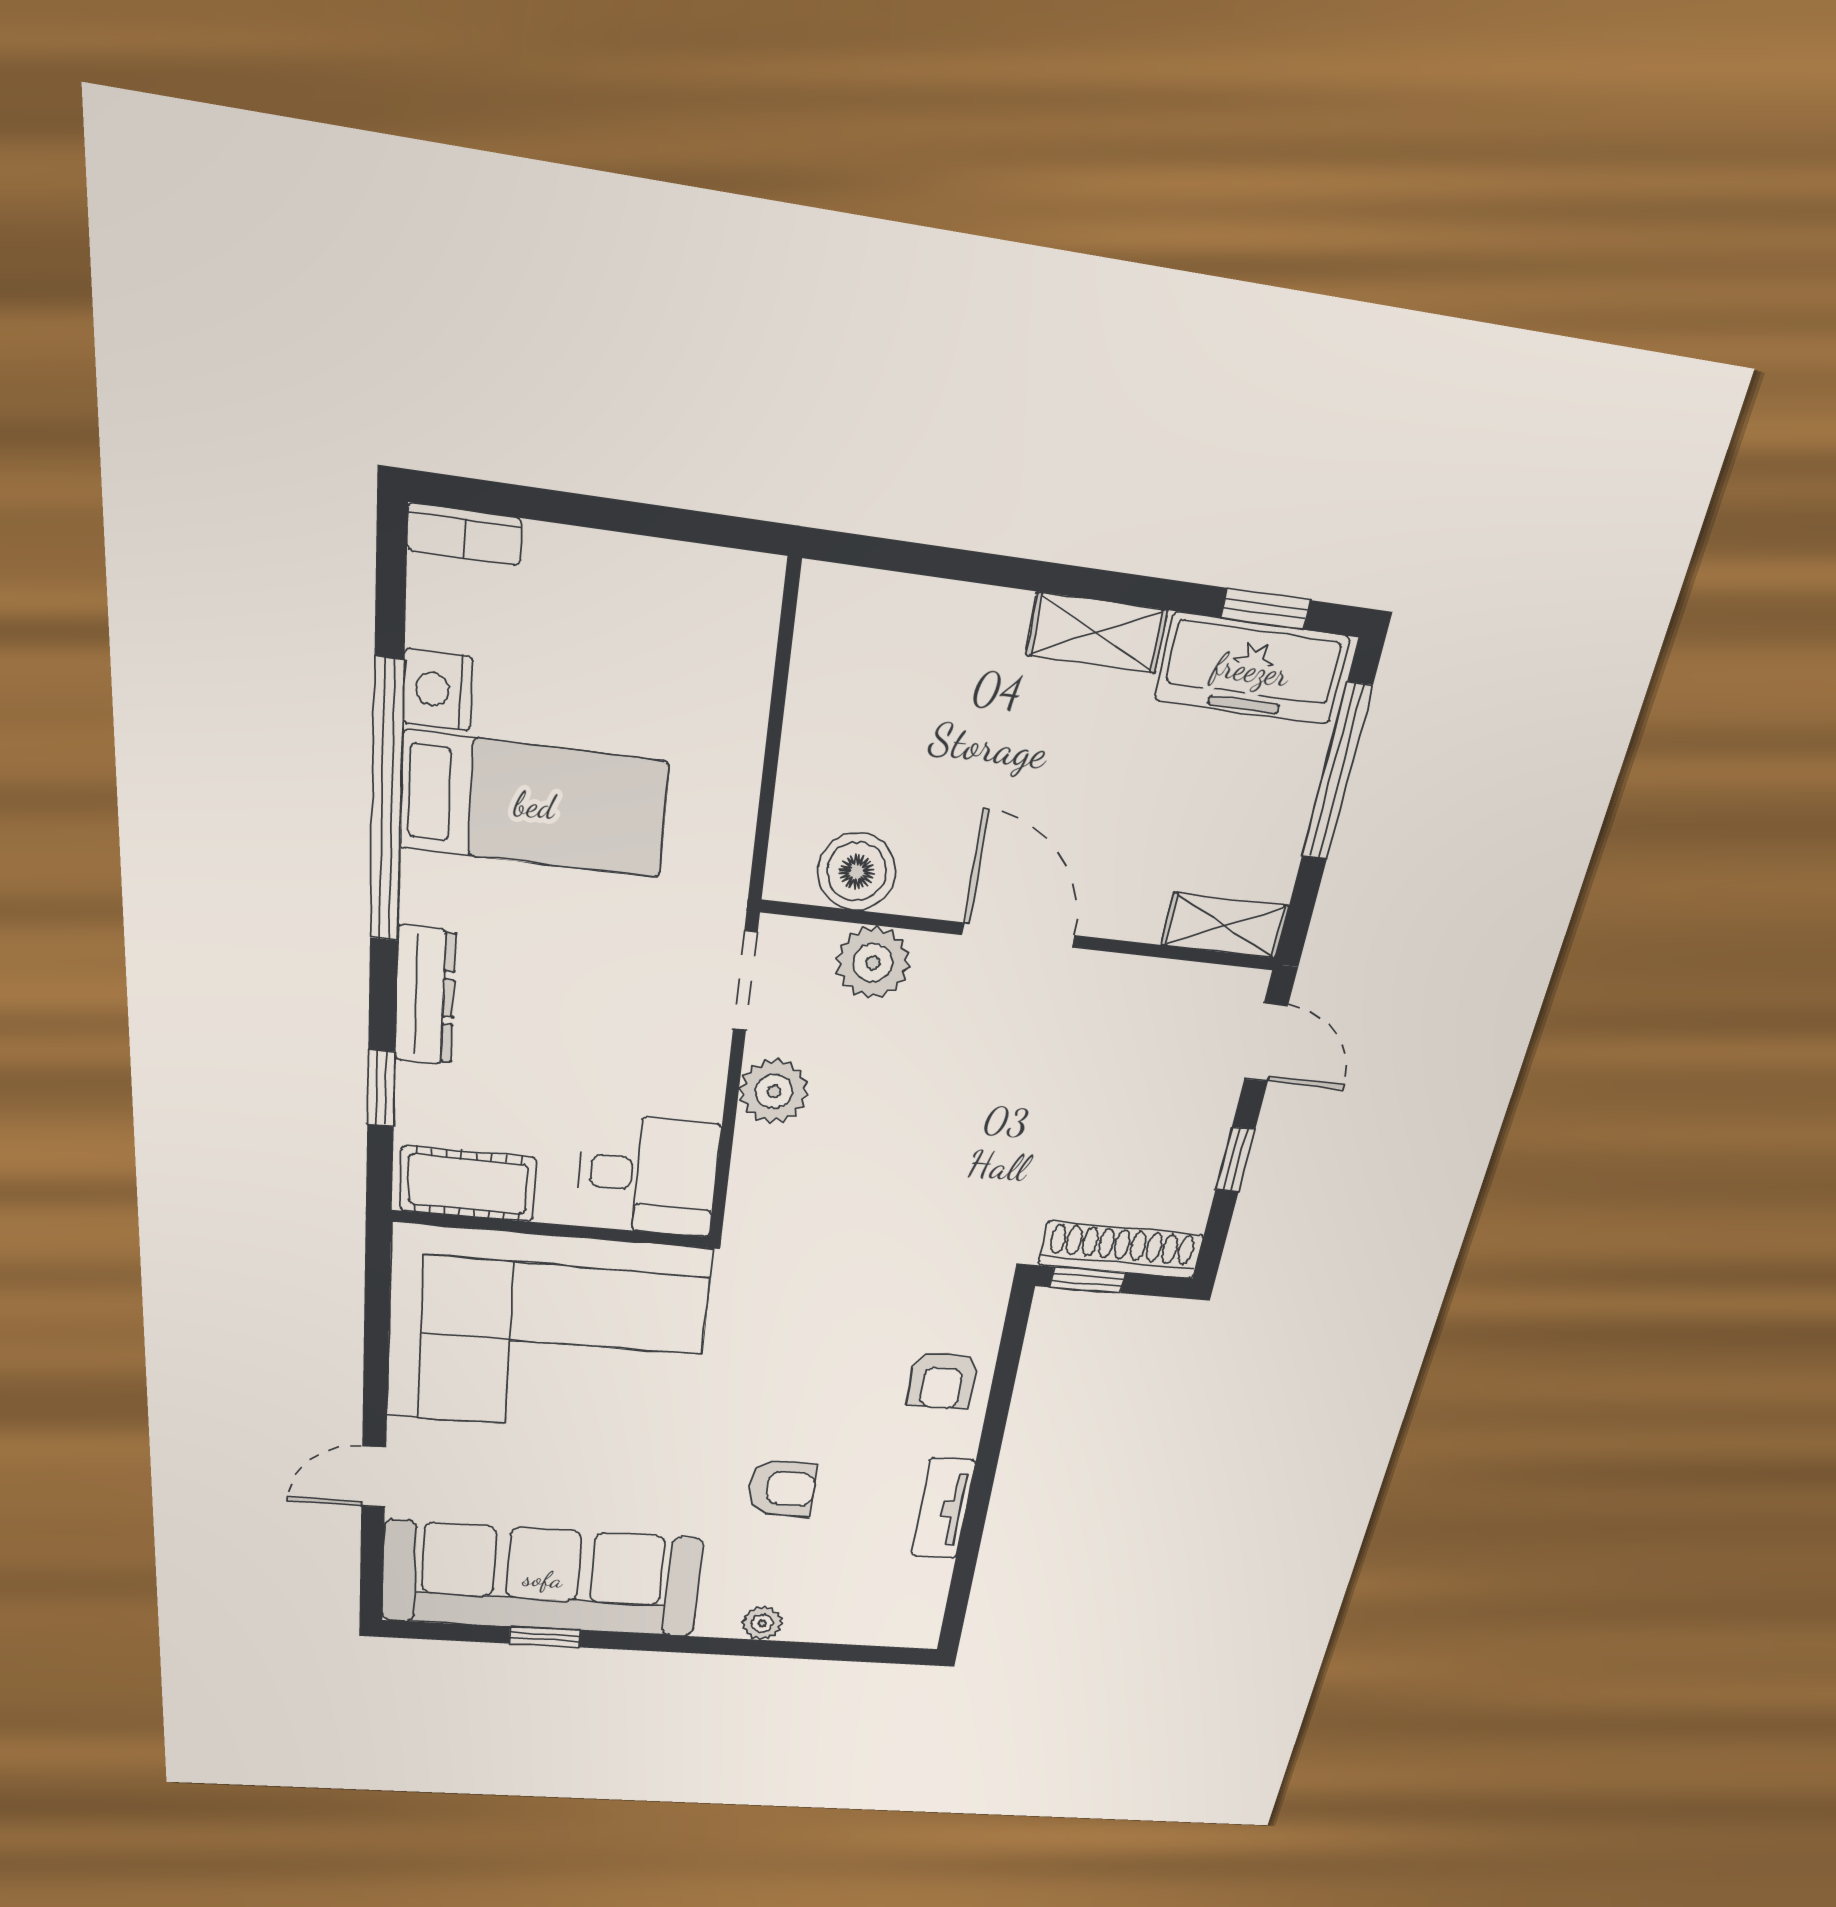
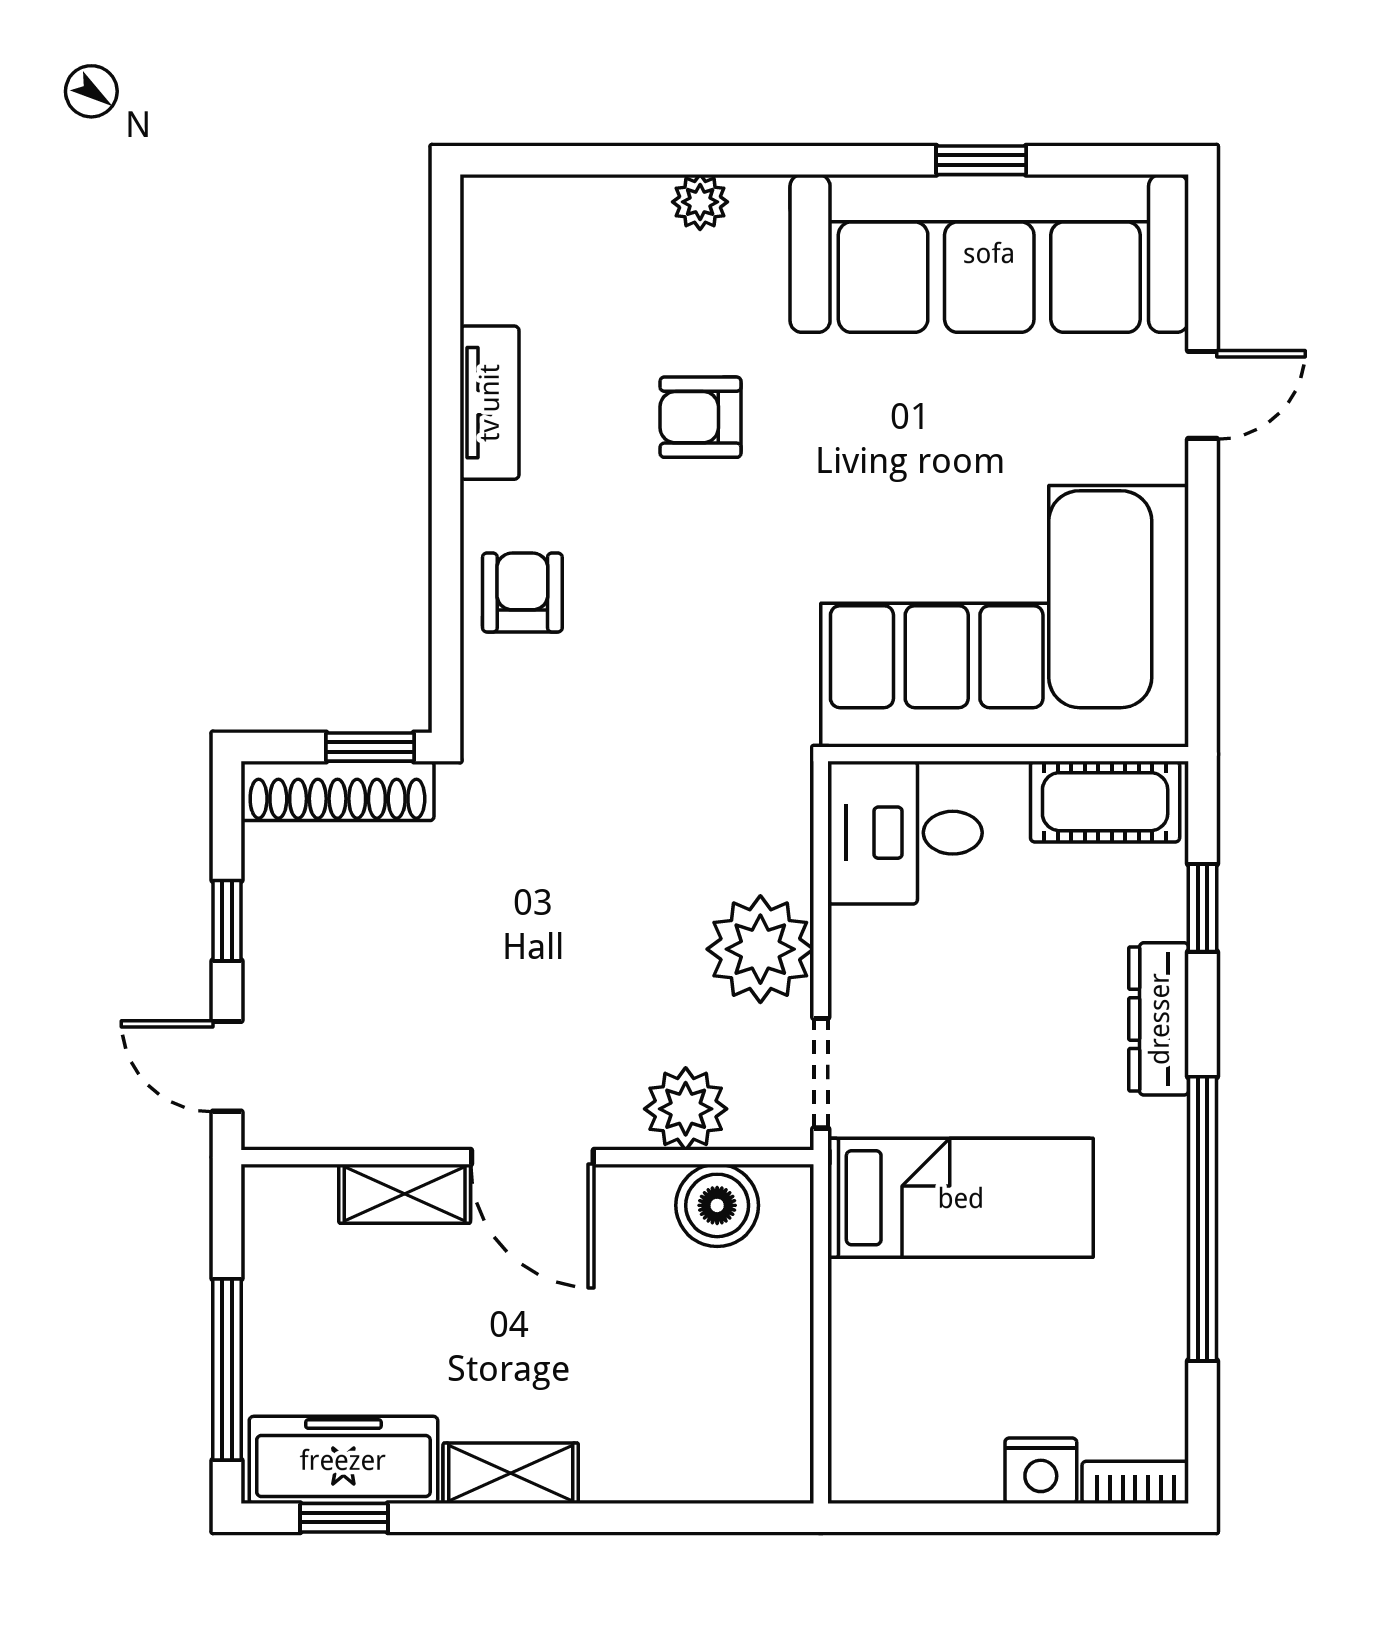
nightstand: (438, 690) -> (1041, 1471), moved, turned 90
bed: (534, 805) -> (961, 1198), moved, turned 180
shelving: (1225, 925) -> (405, 1194), moved
plant: (774, 1091) -> (760, 949), width x1.36, depth x1.36

